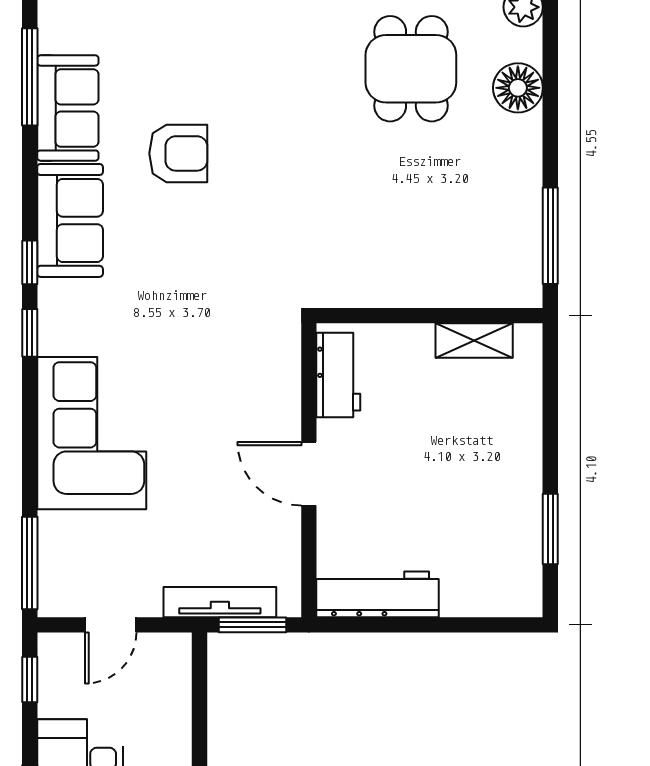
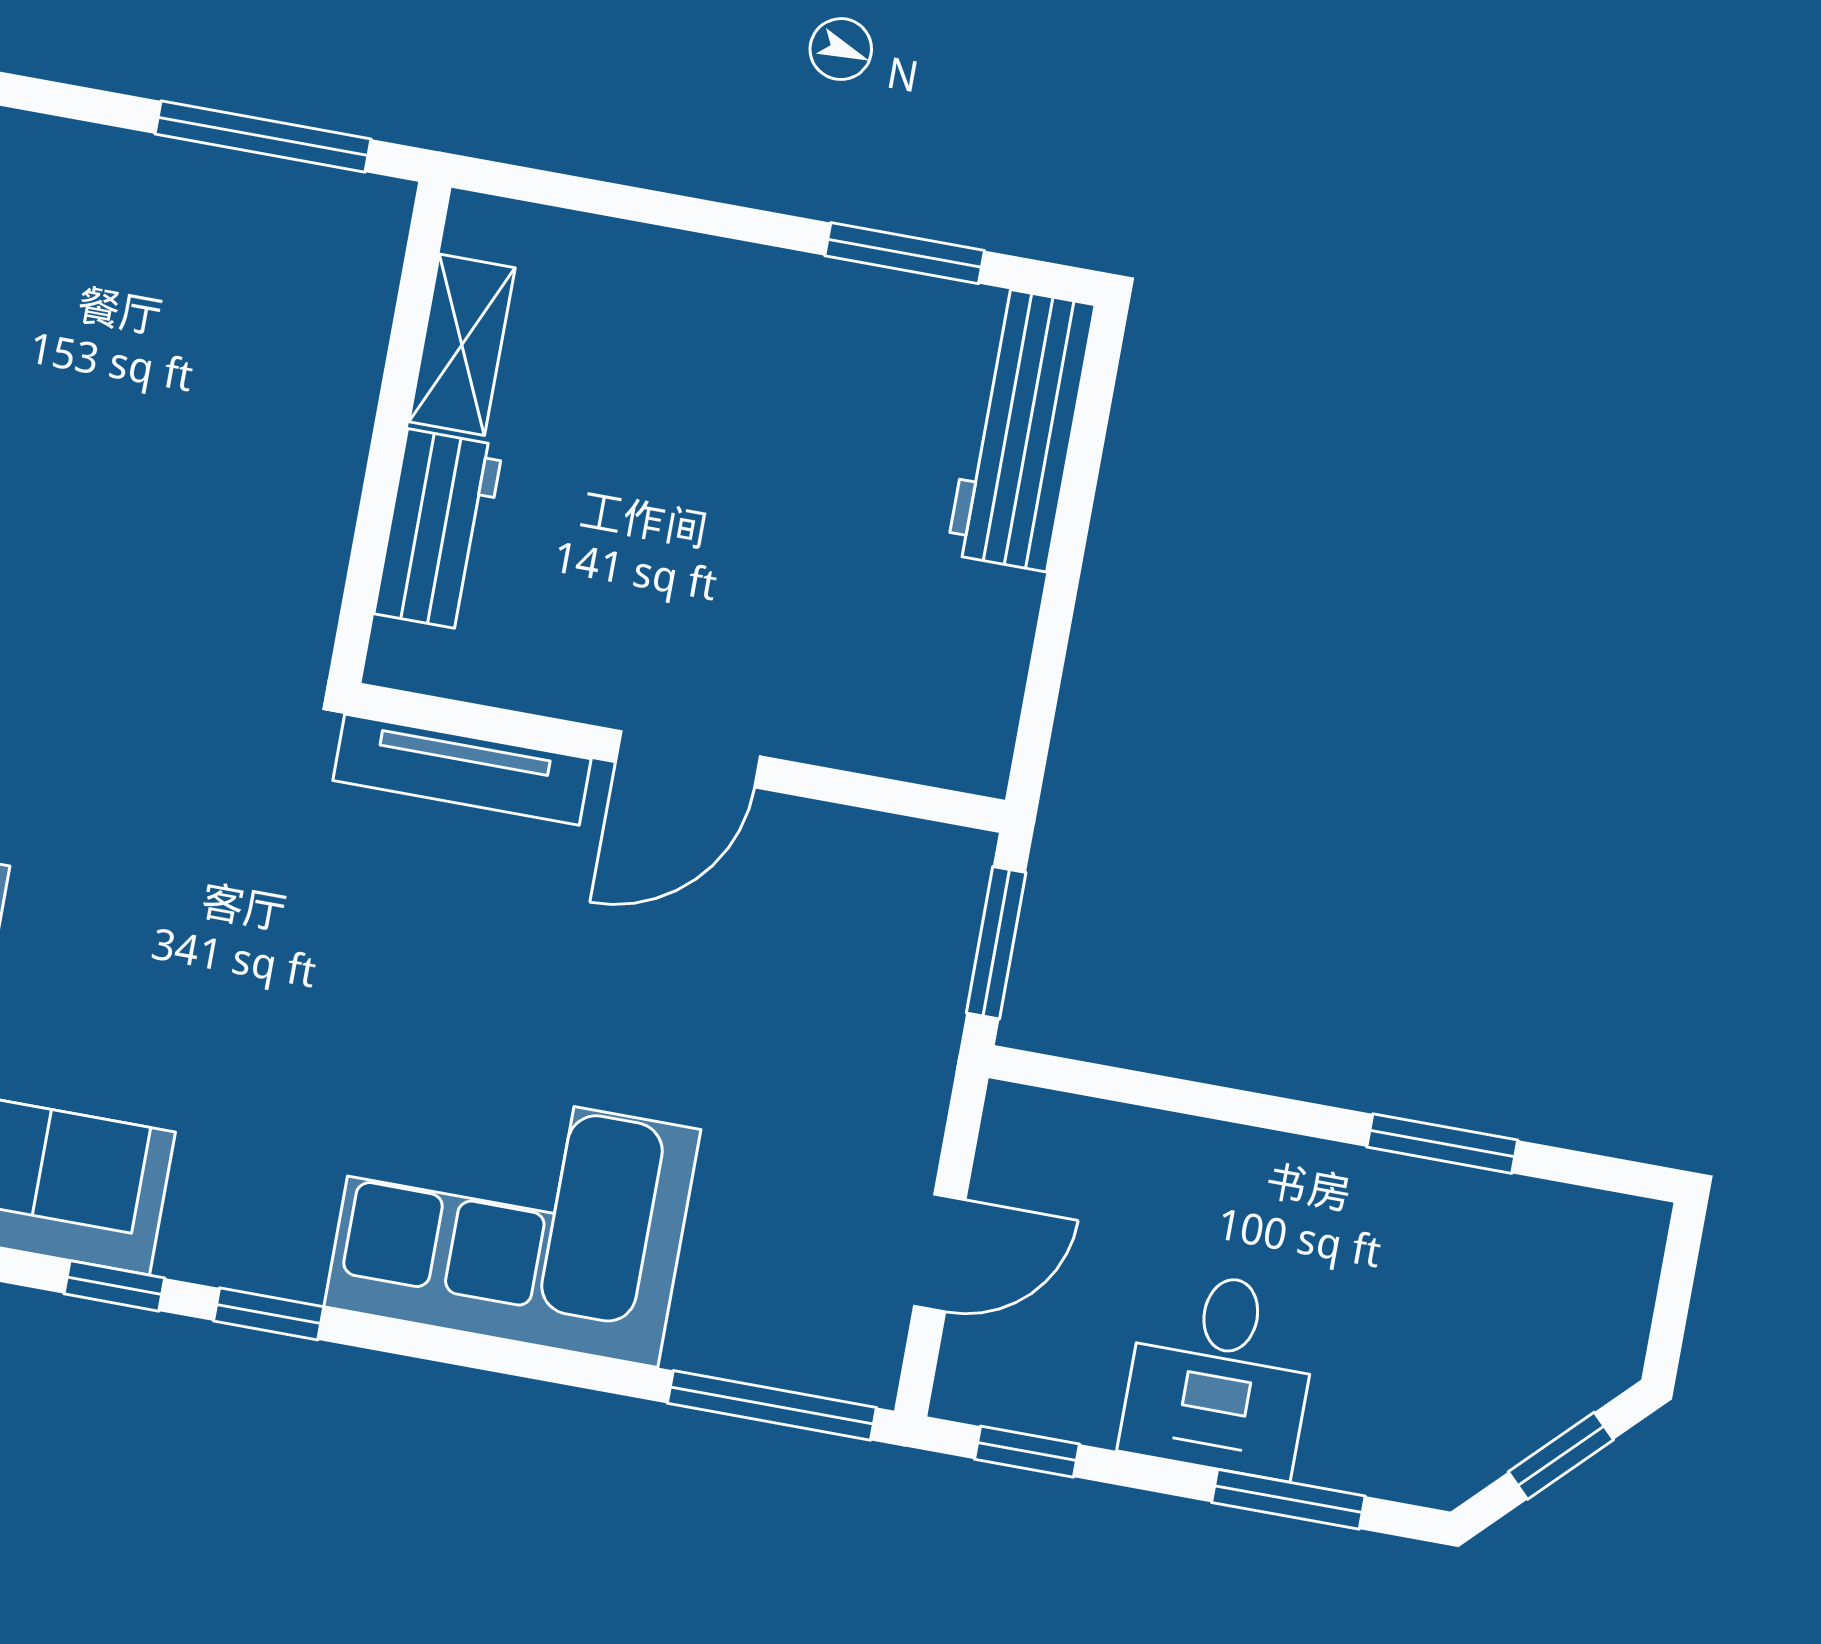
workbench: (338, 375) -> (439, 530), moved, turned 90
workbench: (378, 594) -> (1020, 429), moved
tv unit: (220, 602) -> (462, 770), moved, turned -90
door: (111, 625) -> (940, 1253), hinge flipped

